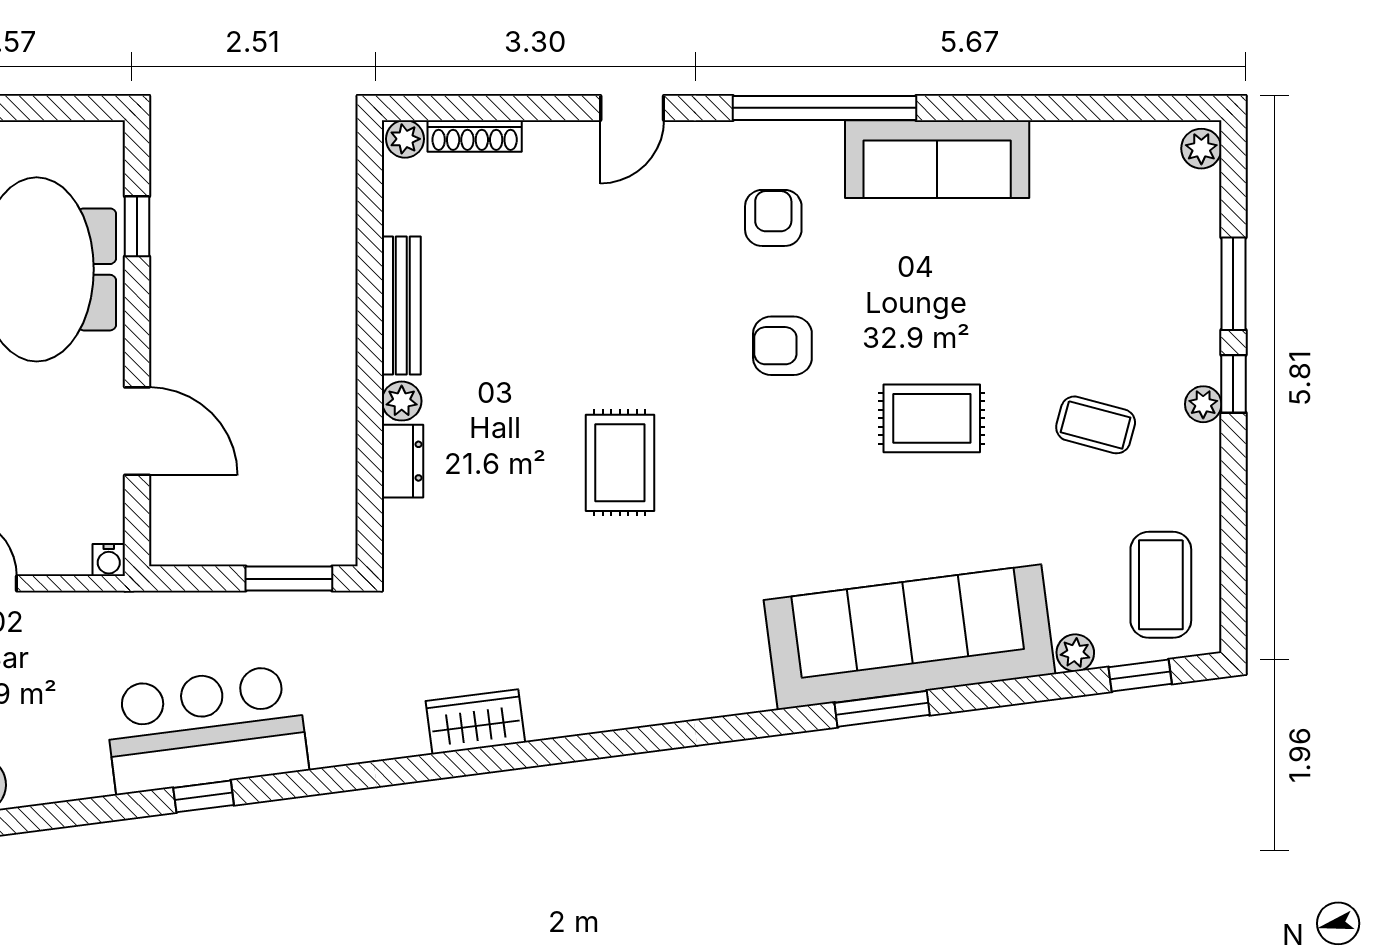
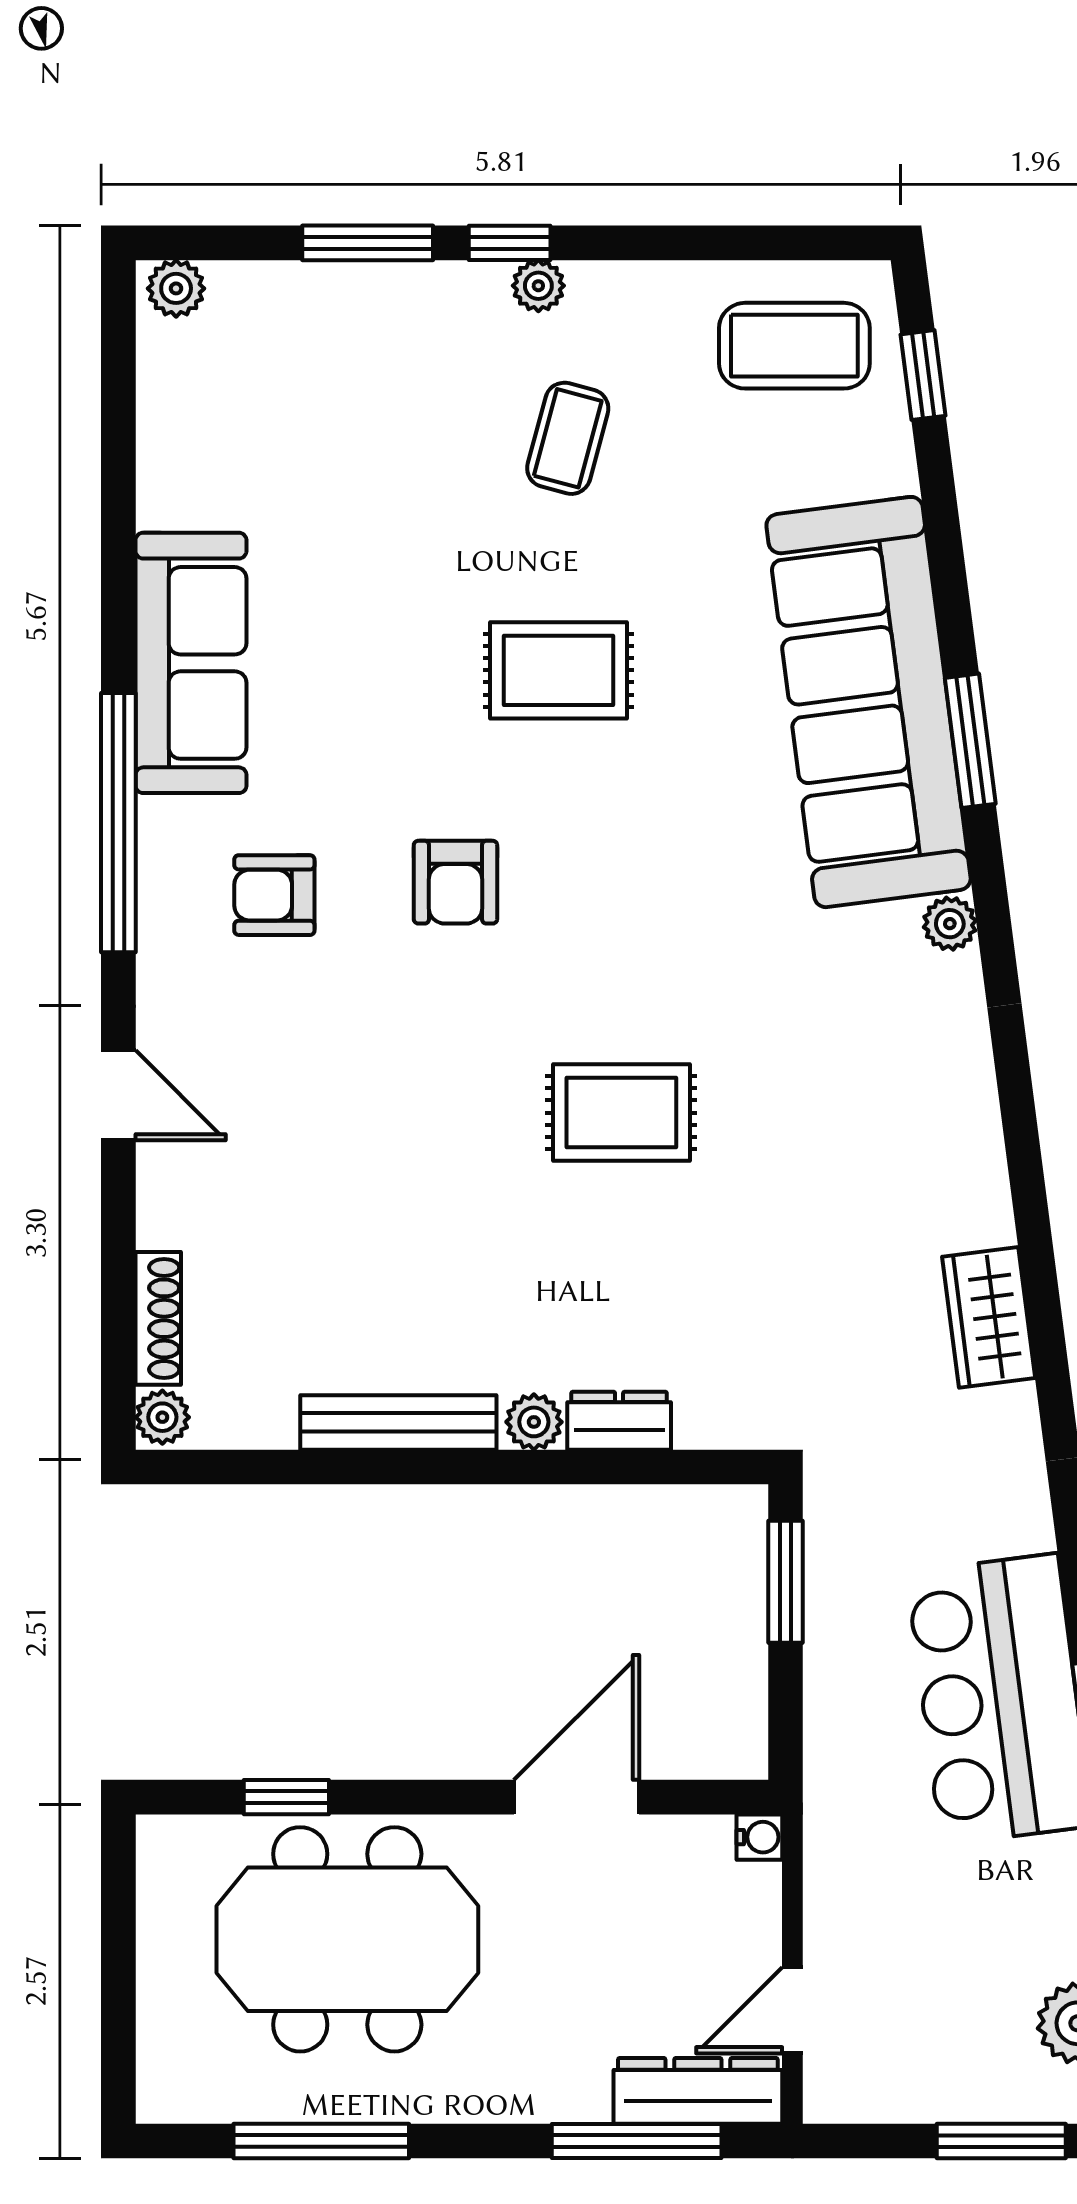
rug: (932, 418) -> (559, 670), turned 90
plant: (1075, 653) -> (950, 924), moved

